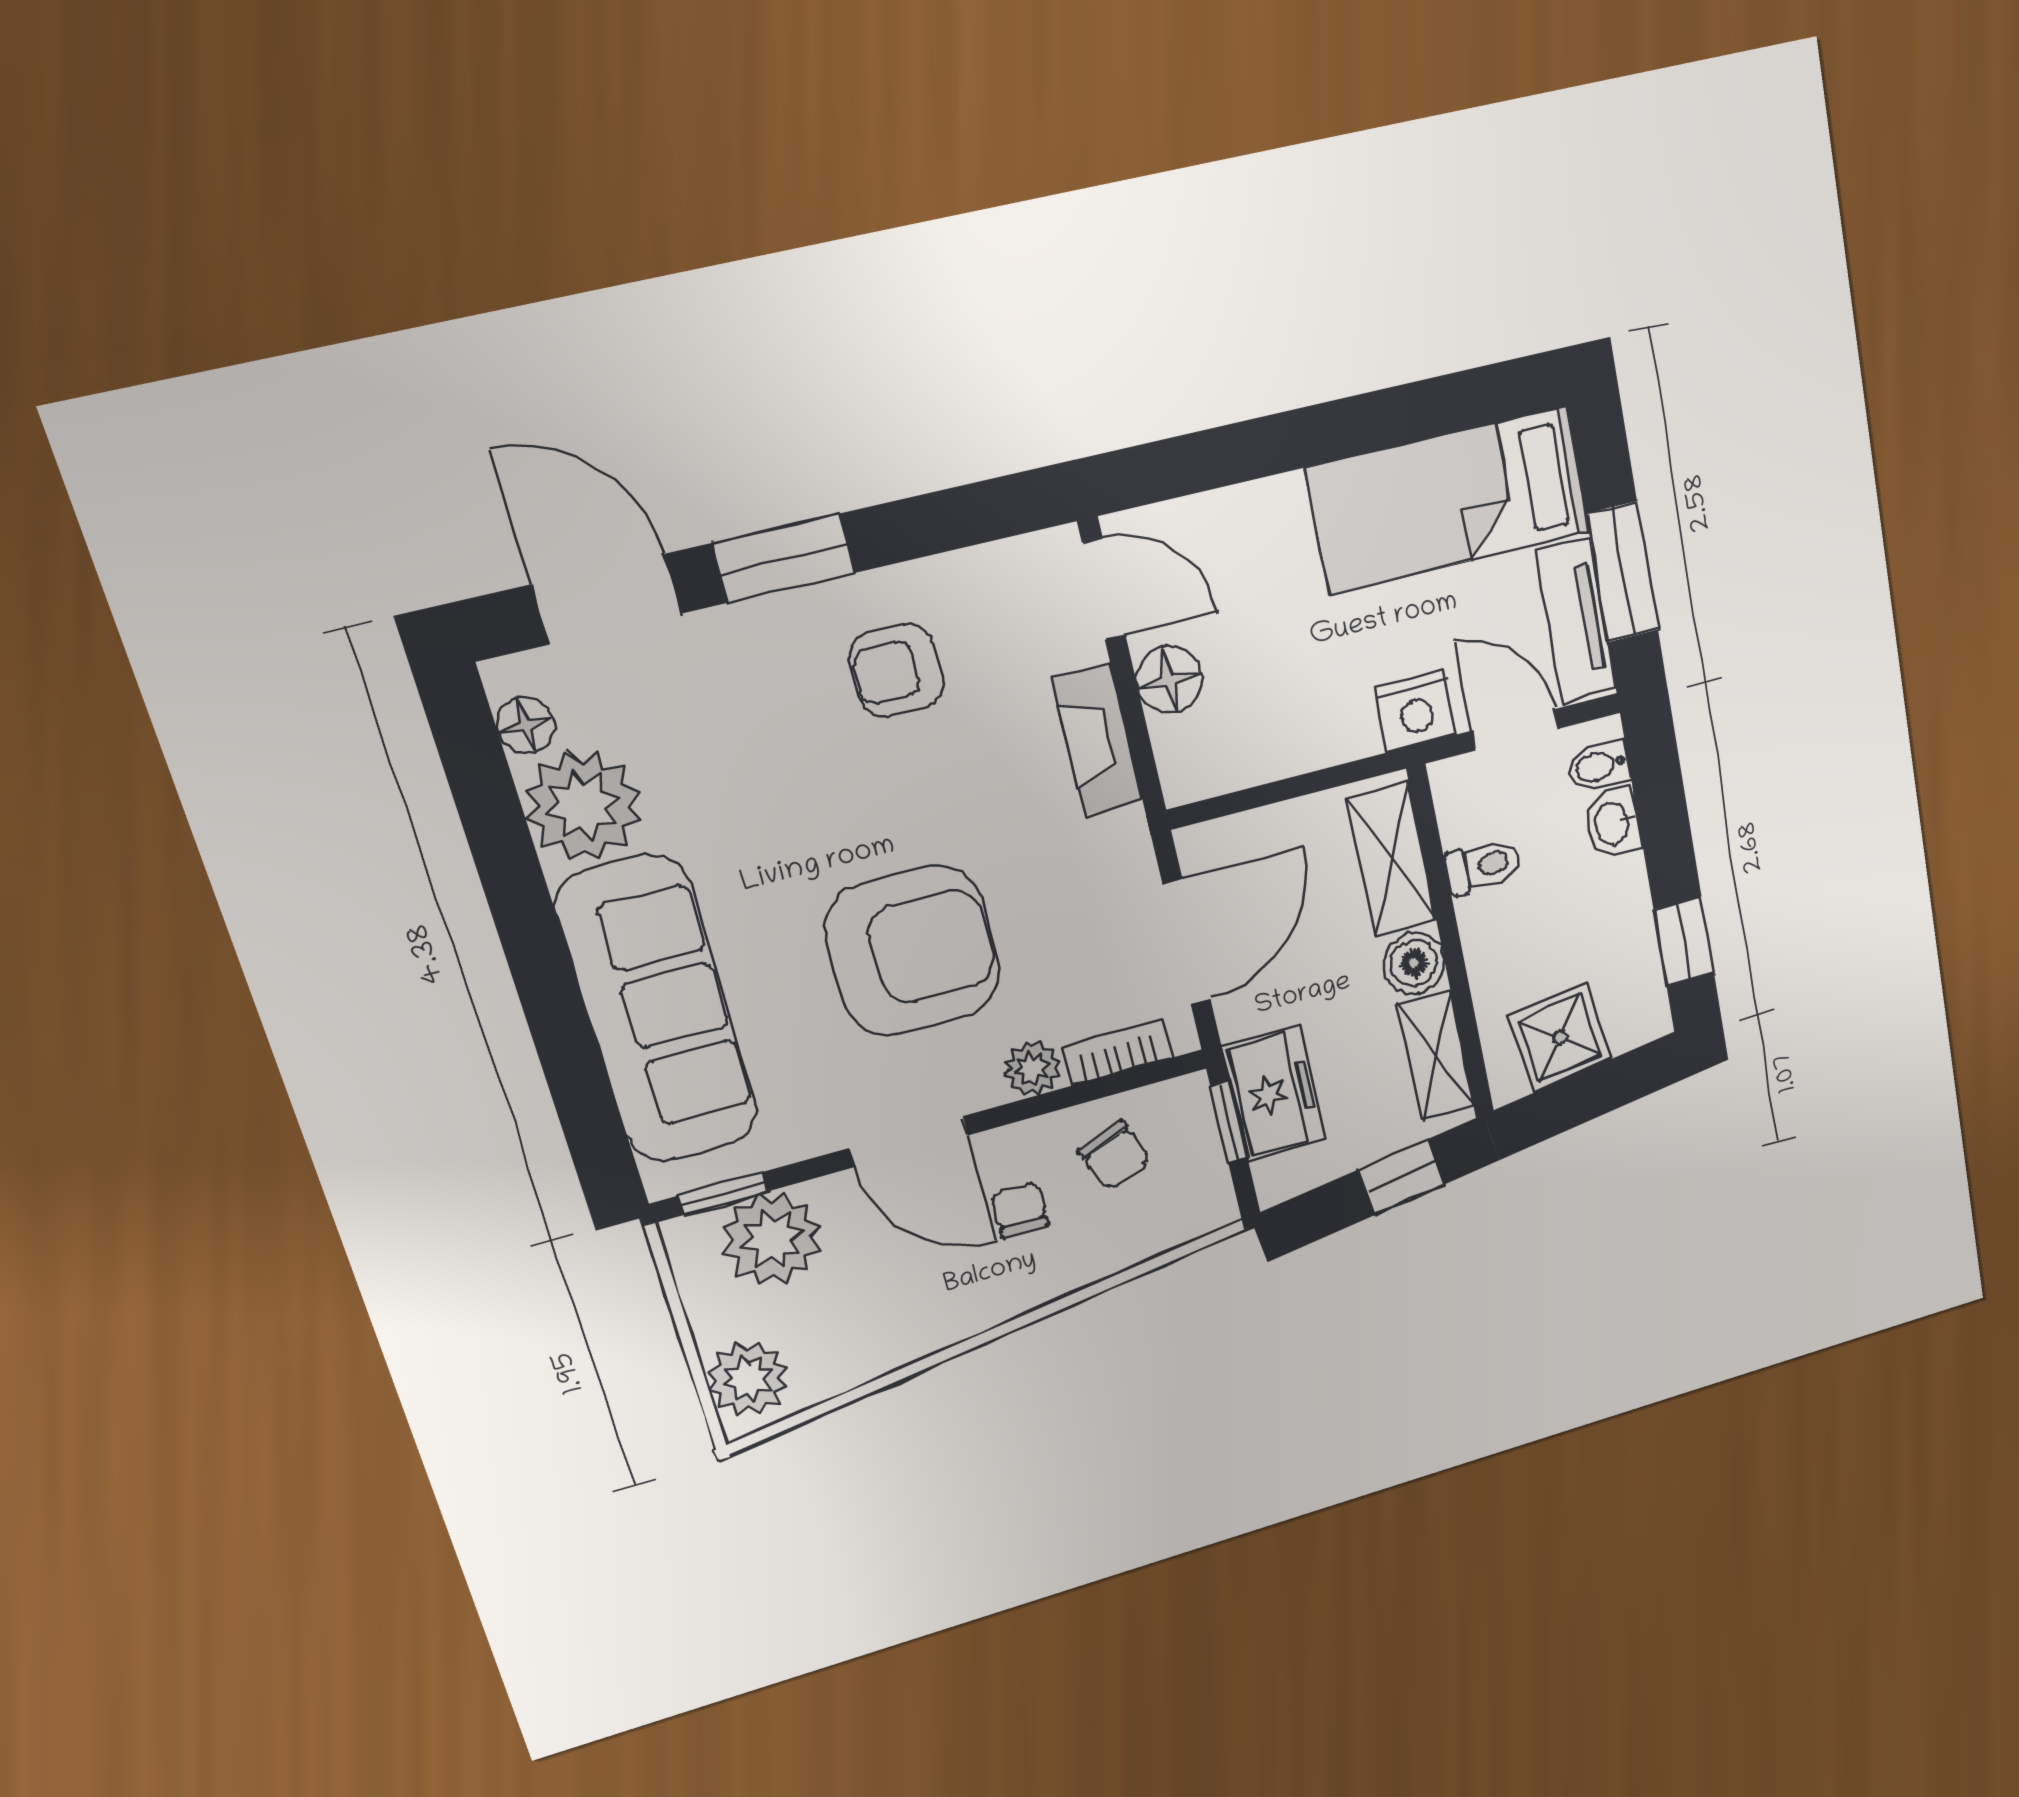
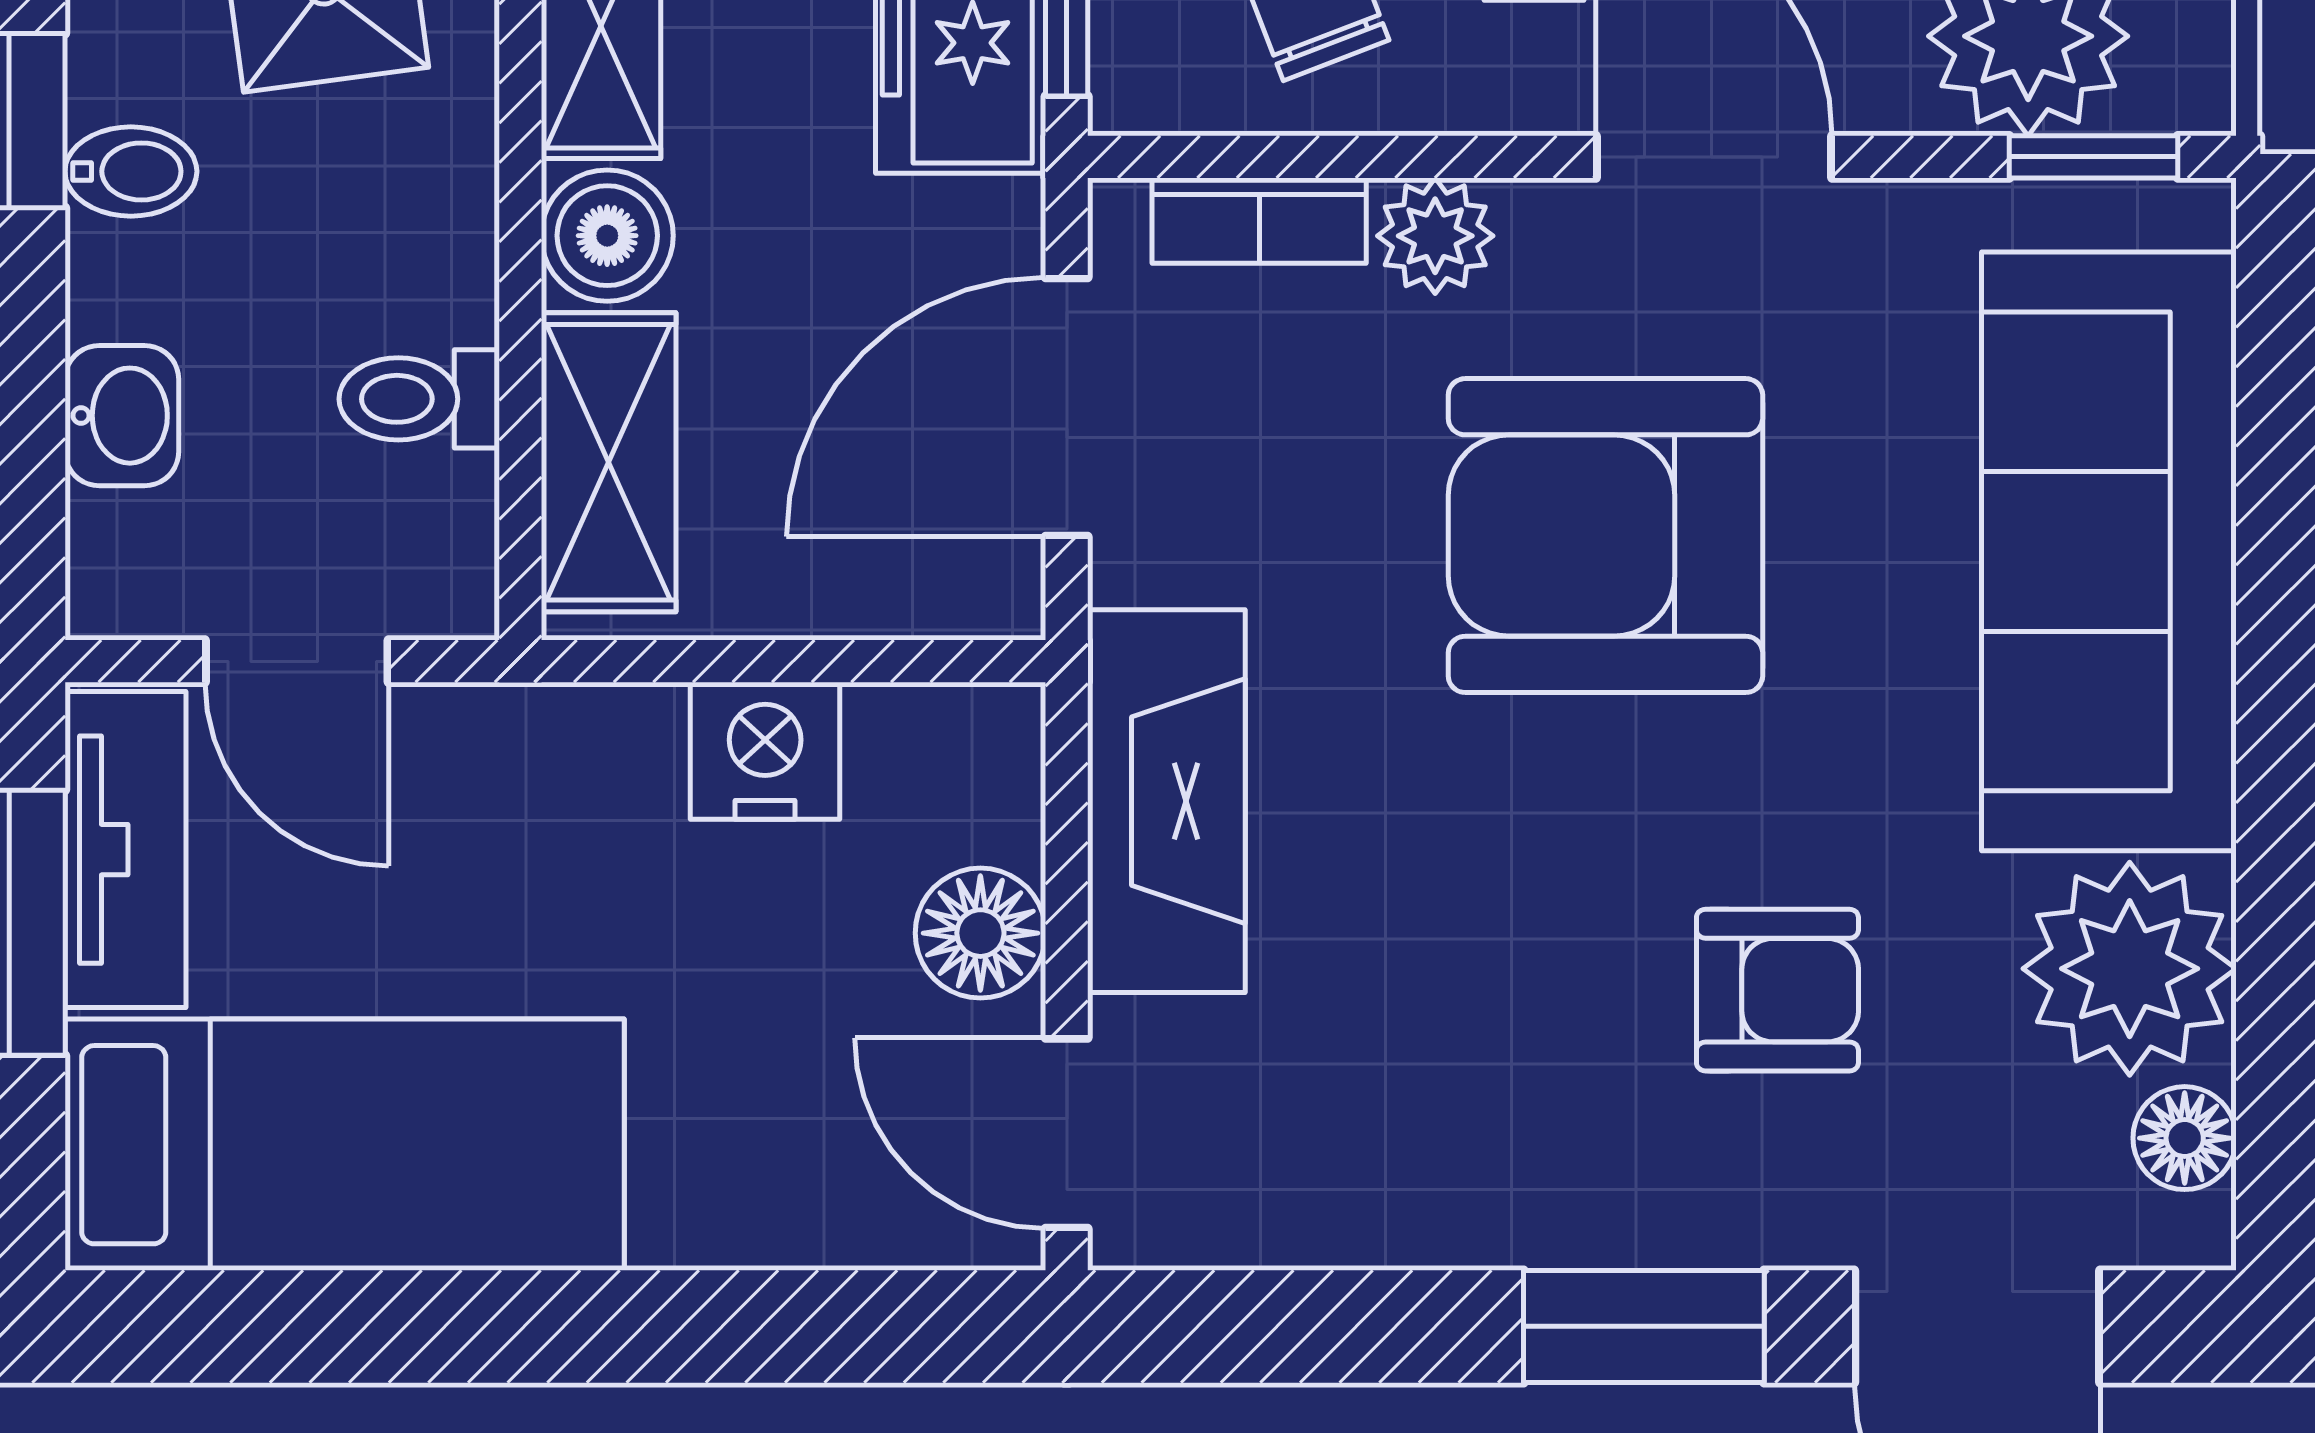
armchair: (897, 670) -> (1777, 990), moved
nightstand: (1416, 711) -> (765, 751), moved
fireplace: (1098, 739) -> (1166, 801), width x1.37, depth x1.32
bidet: (1599, 766) -> (131, 171), moved

